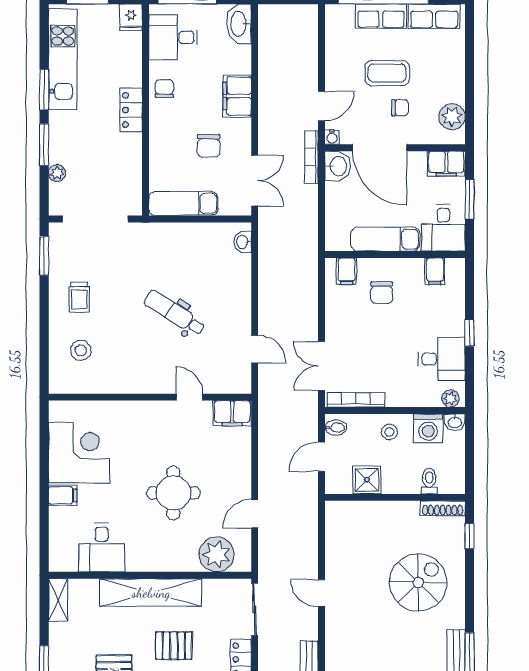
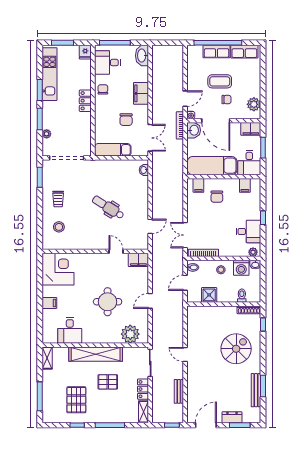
exam couch: (385, 239) -> (212, 166), width x1.36, depth x1.45
door: (255, 349) -> (150, 226), hinge flipped
corner desk: (79, 453) -> (58, 269), moved
door: (255, 514) -> (150, 301), moved

